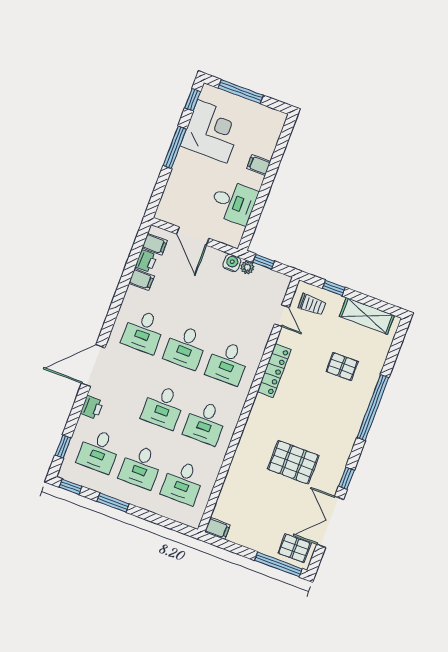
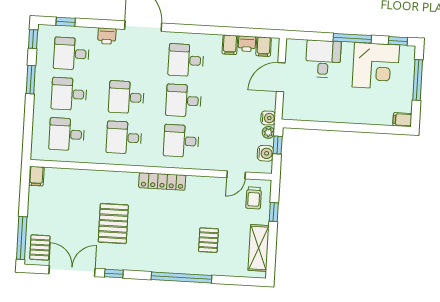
filing cabinet: (259, 165) -> (402, 120), moved, turned -90
desk: (234, 202) -> (323, 59), moved, turned 180
water cooler: (269, 278) -> (265, 153), added
locker: (274, 371) -> (162, 181), moved

